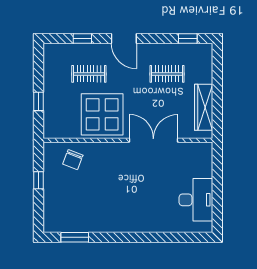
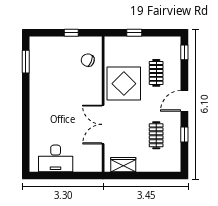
window: (82, 39) -> (184, 52), moved
window: (188, 39) -> (184, 134), moved
wardrobe: (204, 107) -> (123, 165), width x0.67
double door: (153, 140) -> (103, 124), swing flipped

